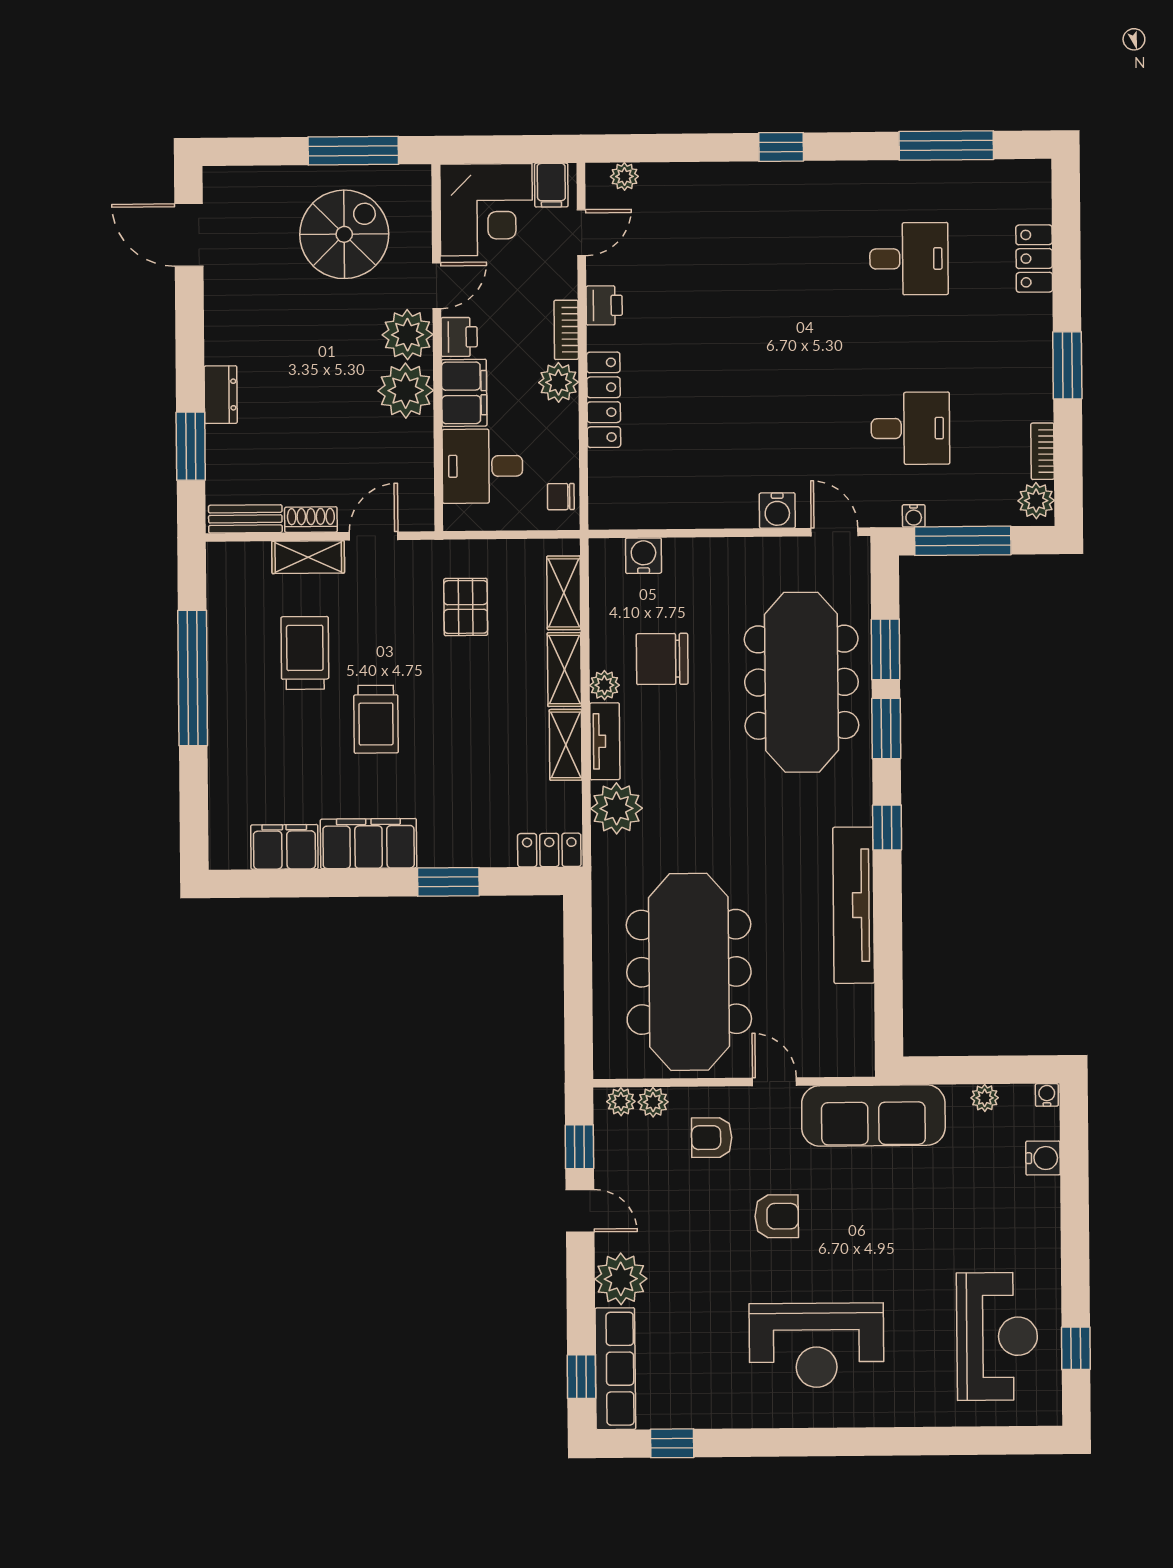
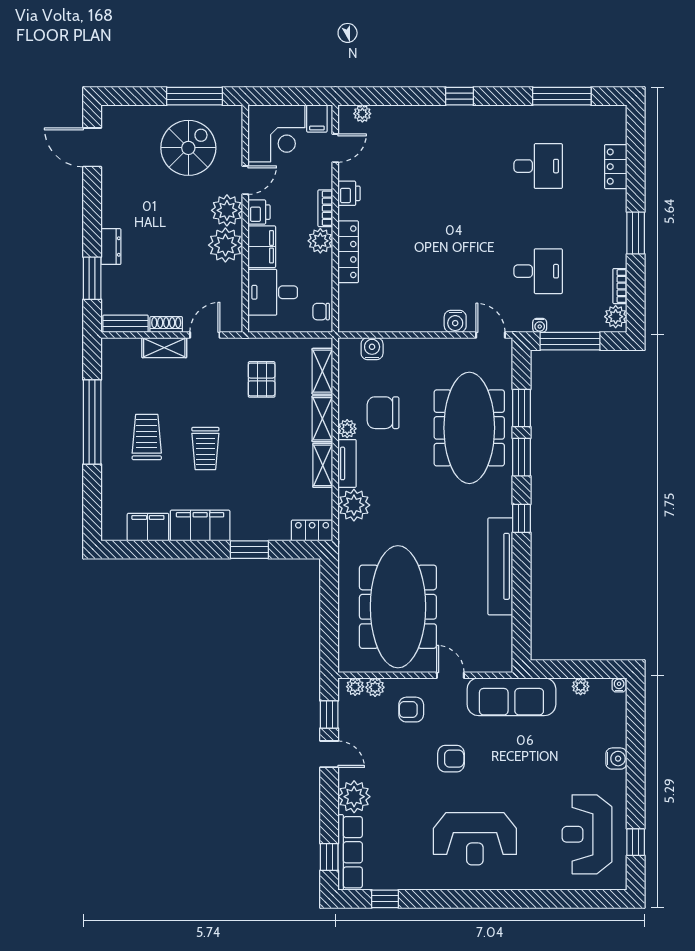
trolley: (305, 653) -> (147, 437), moved
water cooler: (1043, 1158) -> (616, 759), moved
reception desk: (997, 1336) -> (587, 834), turned 180

